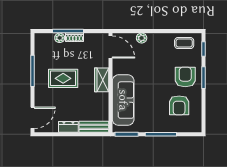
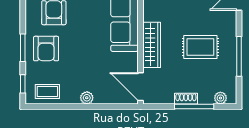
plant: (60, 38) -> (220, 98), moved
plant: (142, 38) -> (87, 98), moved
wardrobe: (102, 80) -> (152, 45), width x1.50

